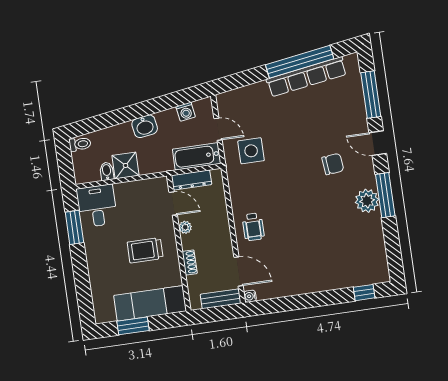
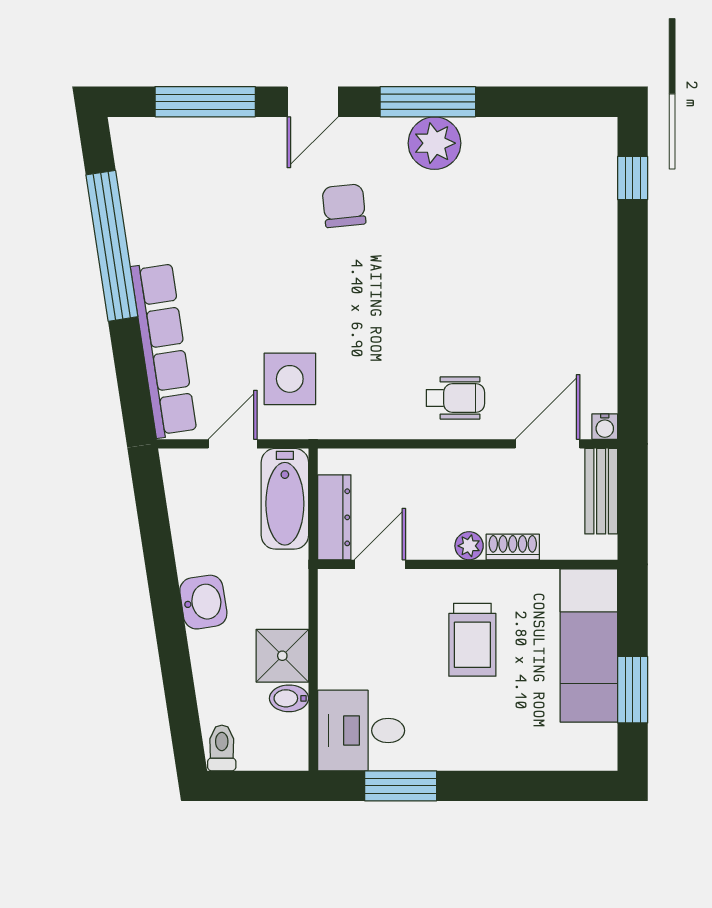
row of seats: (307, 77) -> (164, 350), moved
washing machine: (186, 112) -> (185, 509), removed
plant: (185, 227) -> (469, 546), moved

